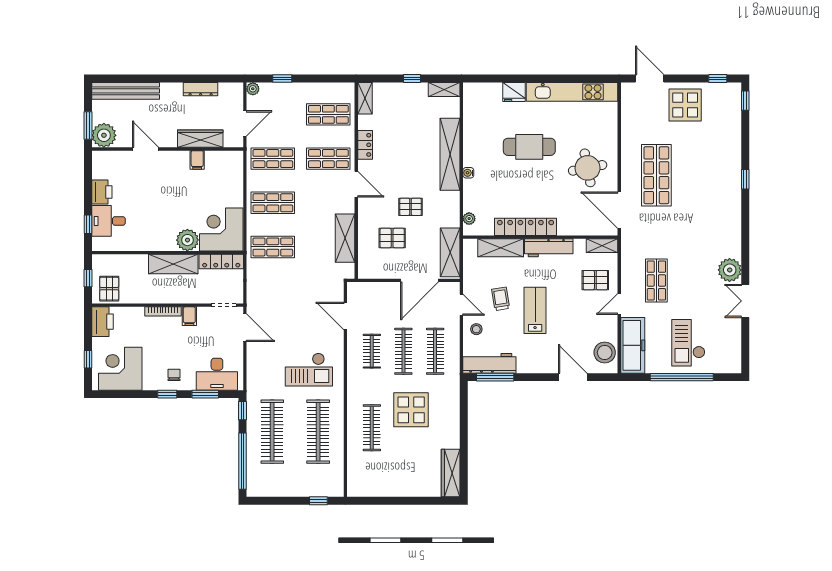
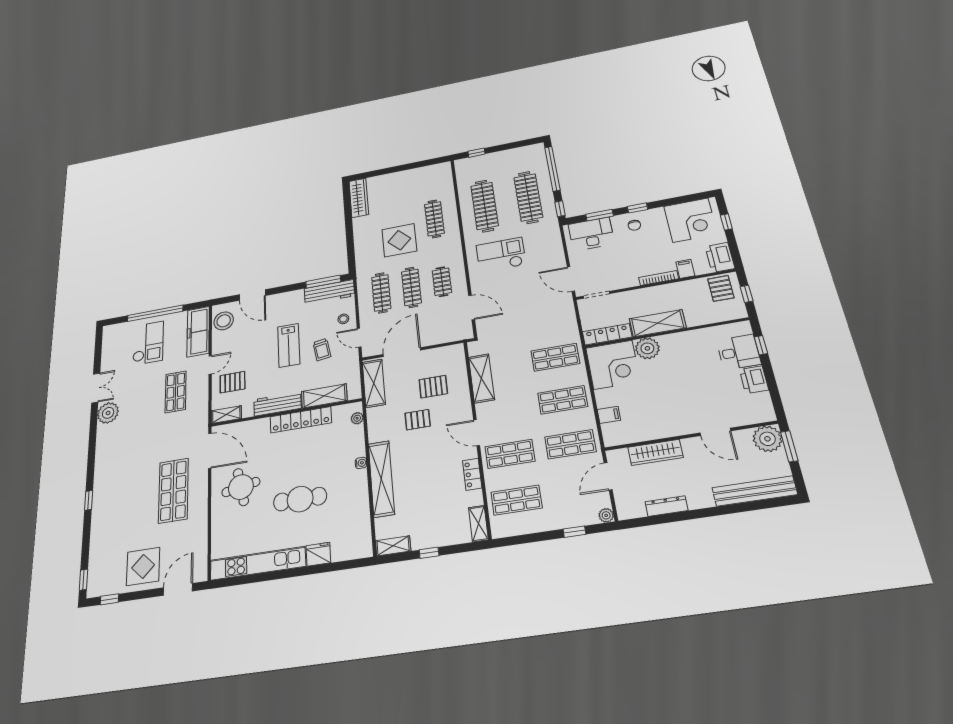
door: (650, 79) -> (178, 589), swing flipped
filing cabinet: (197, 160) -> (609, 415), moved, turned 90
filing cabinet: (189, 316) -> (685, 269), moved

